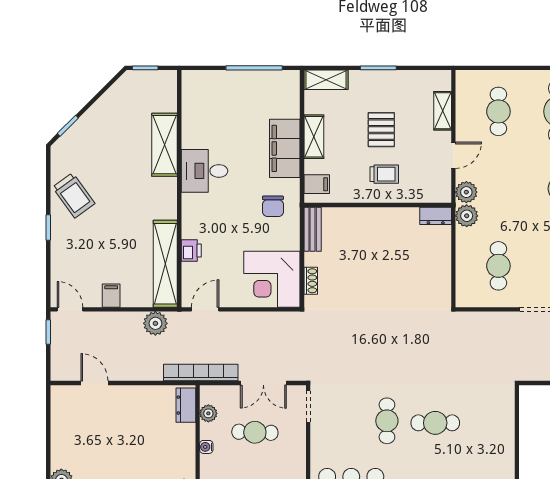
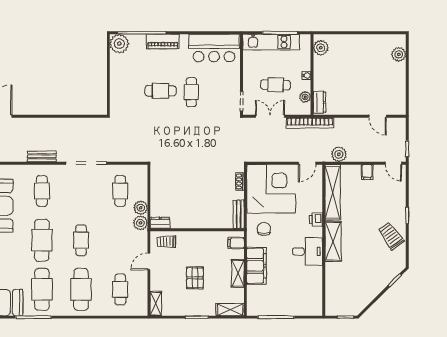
shelving: (443, 111) -> (156, 304), moved
shelving: (165, 145) -> (333, 241), moved
trolley: (384, 174) -> (166, 242), moved
plant: (466, 192) -> (141, 208), moved
printer: (191, 251) -> (316, 220), moved
corner desk: (272, 279) -> (271, 189), width x1.36, depth x1.36

